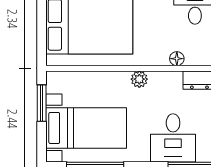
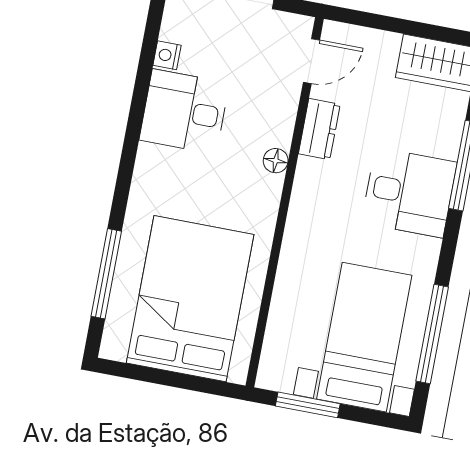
plant: (139, 79) -> (299, 231), removed

